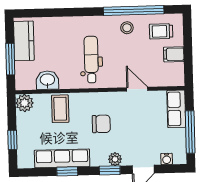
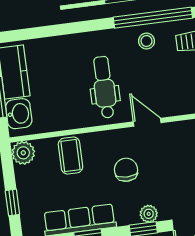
washbasin: (47, 80) -> (19, 114), moved, turned 90
door: (137, 89) -> (147, 122), moved
chair: (101, 124) -> (126, 170), turned -90

